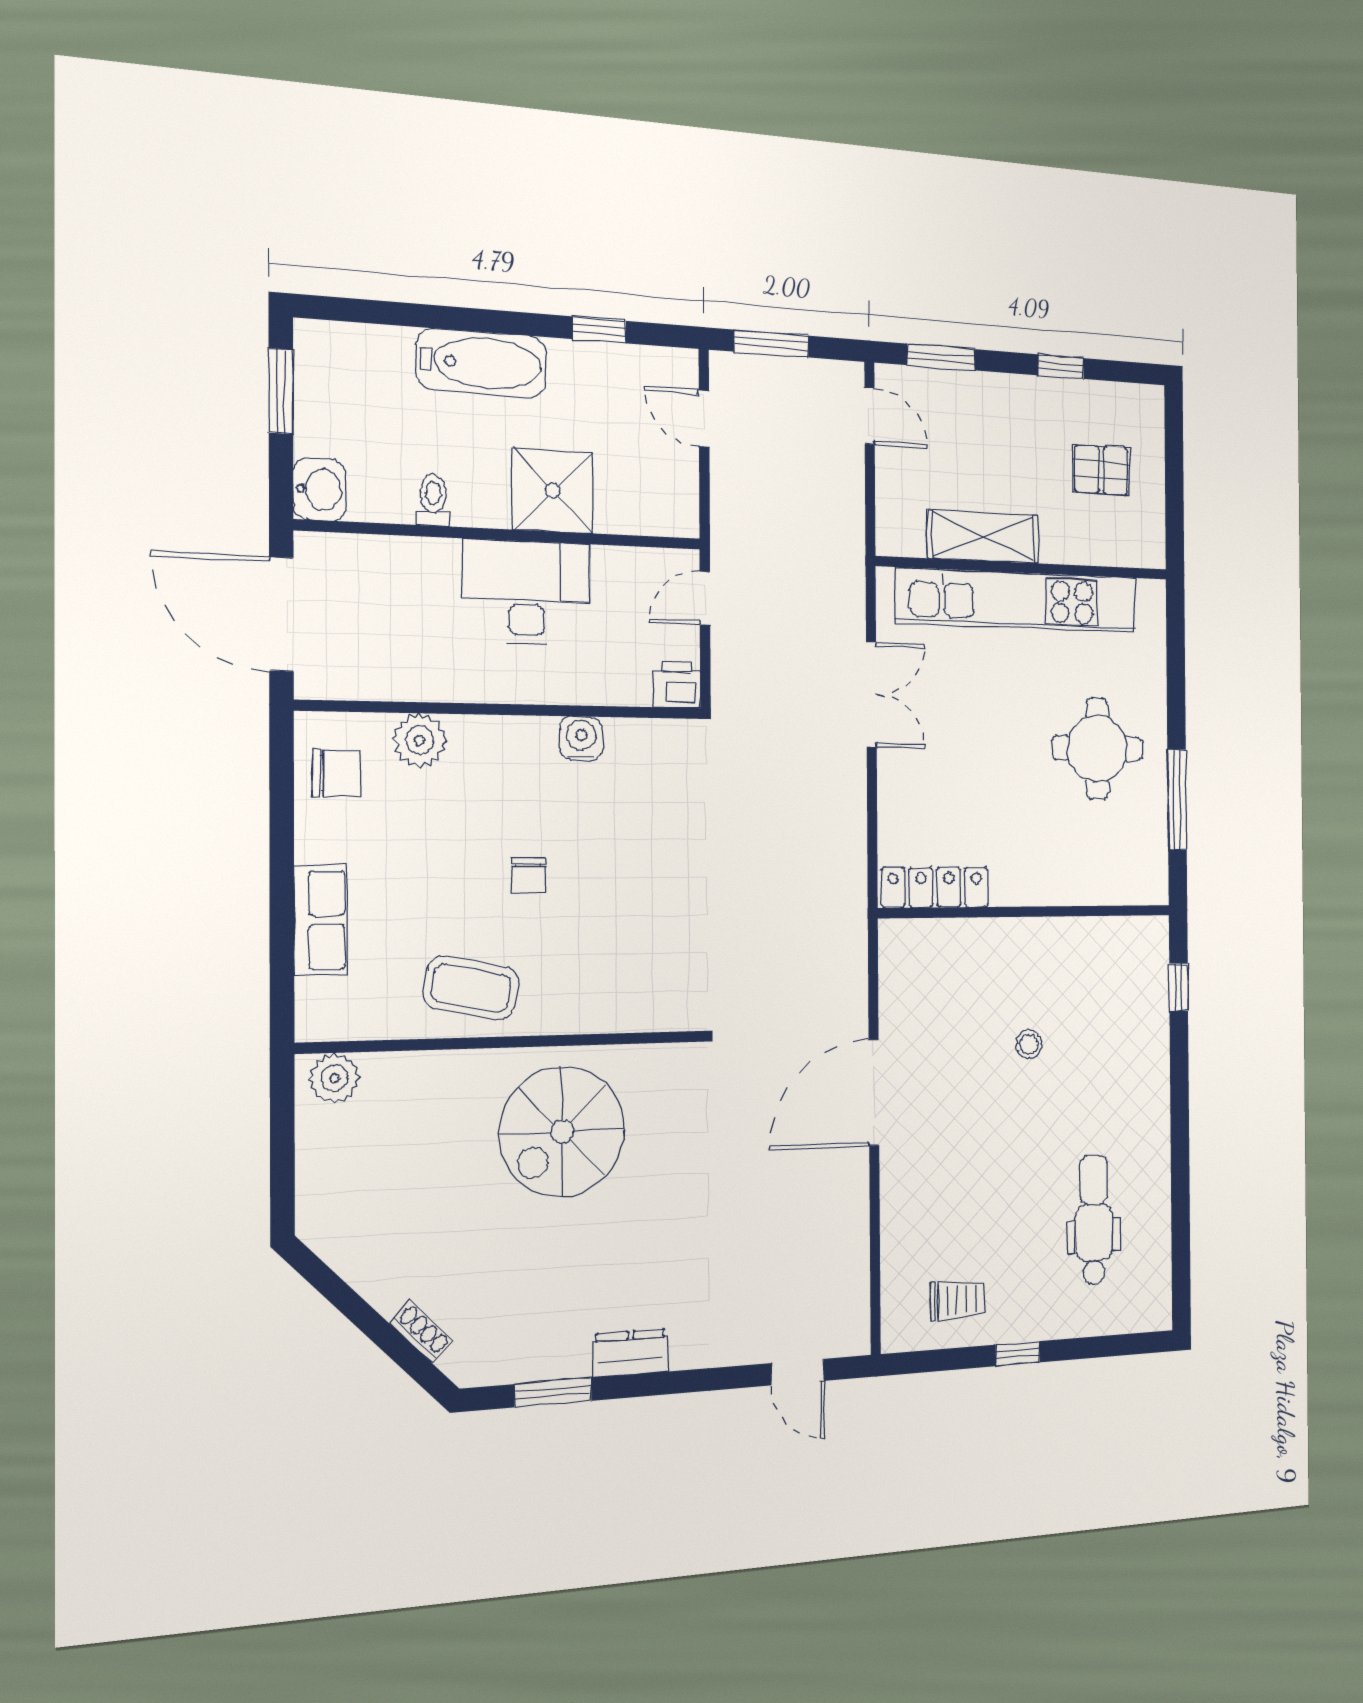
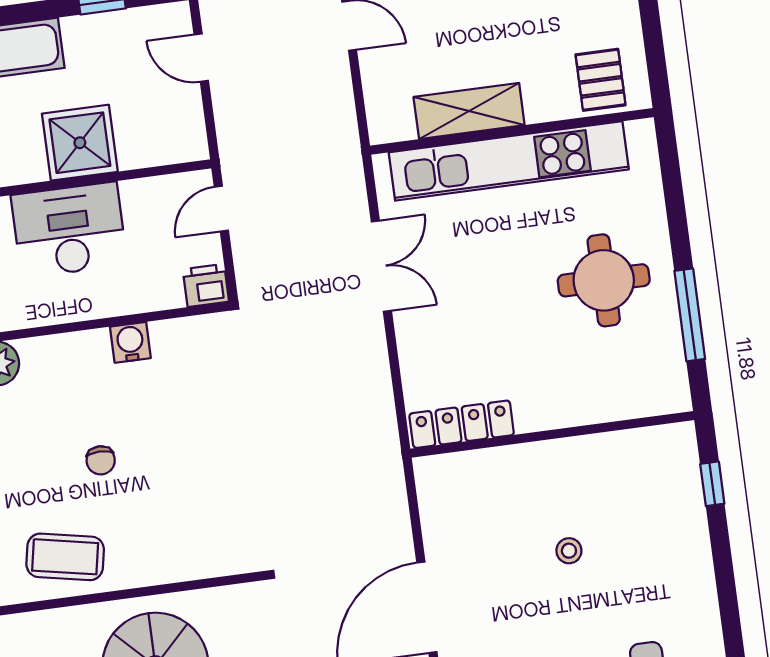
pallet: (1101, 470) -> (601, 80), moved, turned 90

